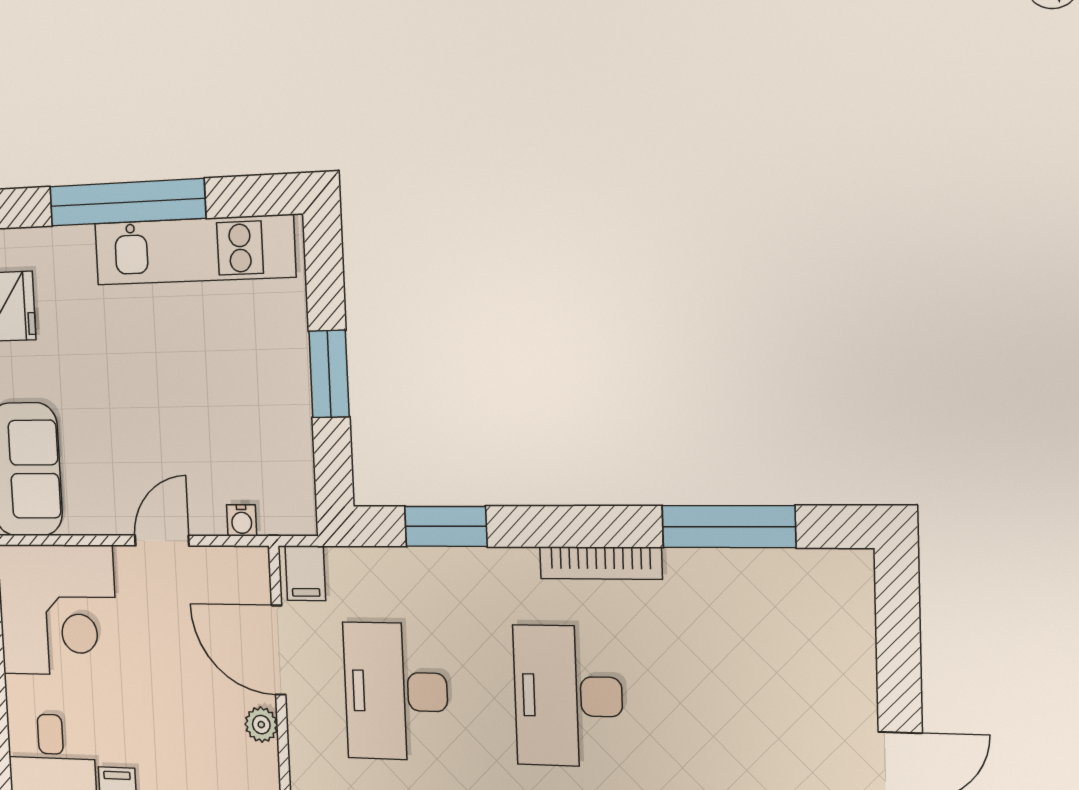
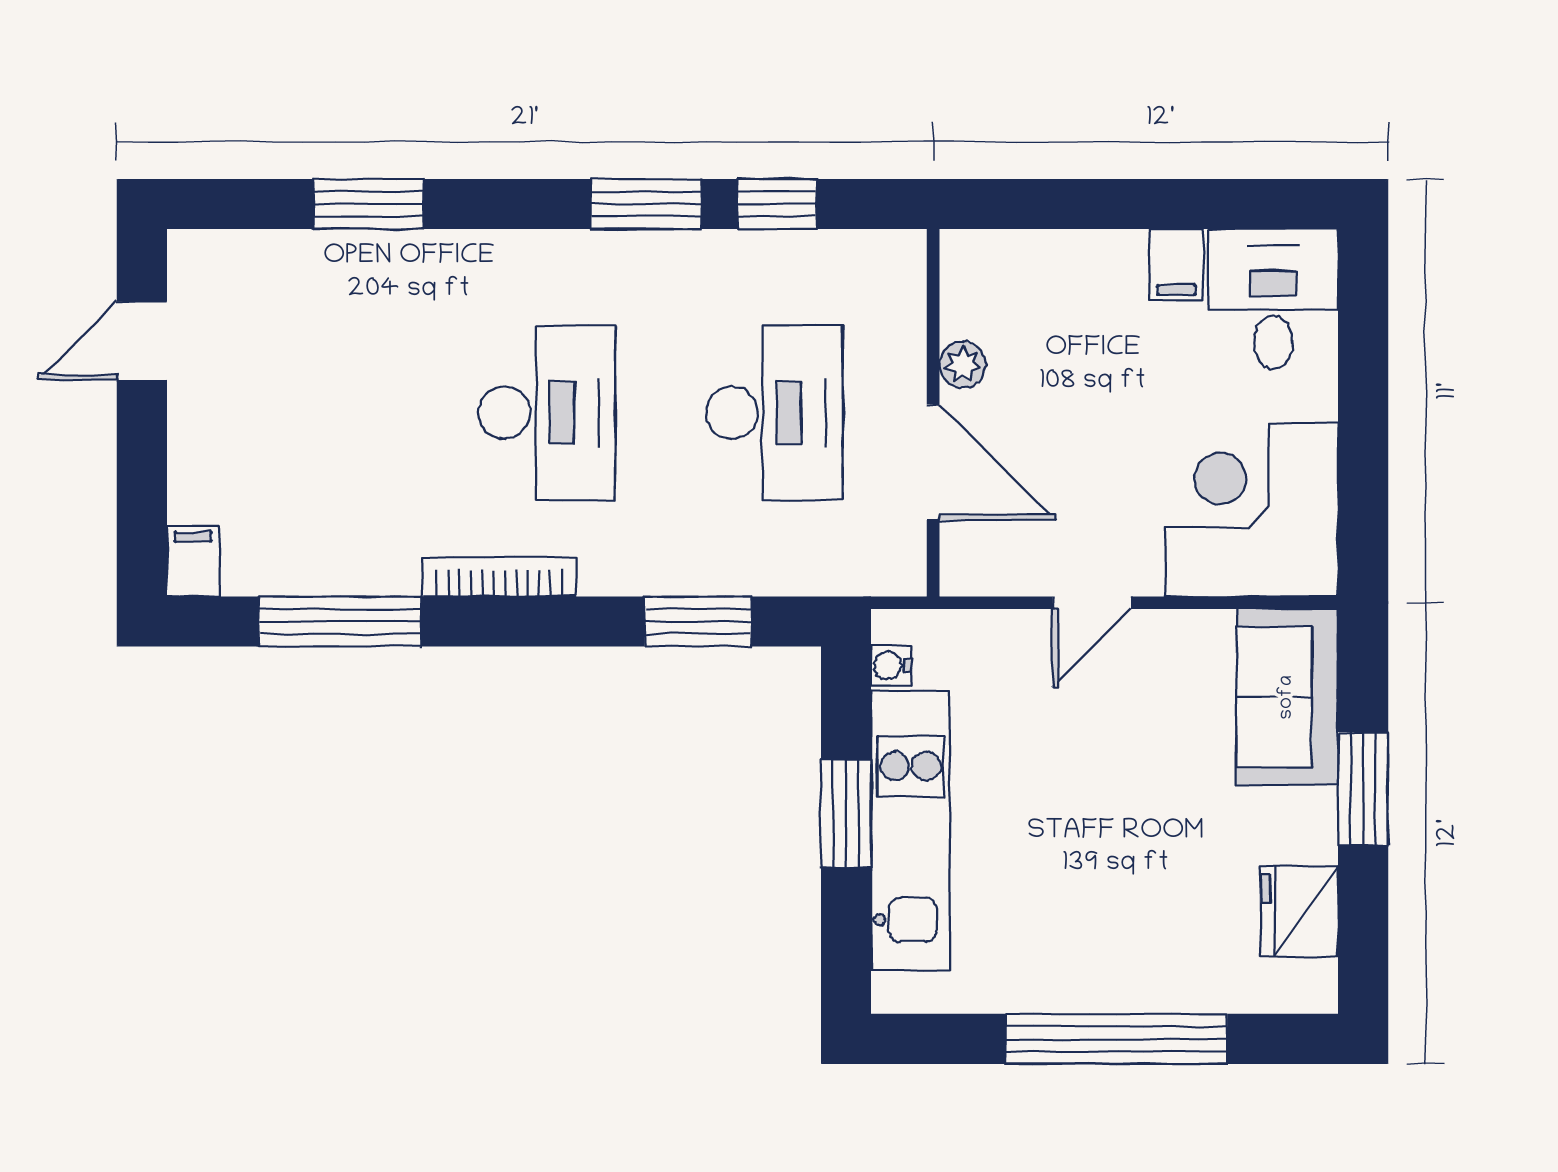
kitchen unit: (194, 250) -> (910, 830), moved, turned 90
water cooler: (242, 520) -> (891, 665), moved, turned -90
filing cabinet: (305, 573) -> (193, 561), moved

